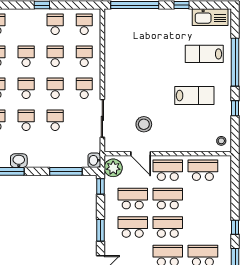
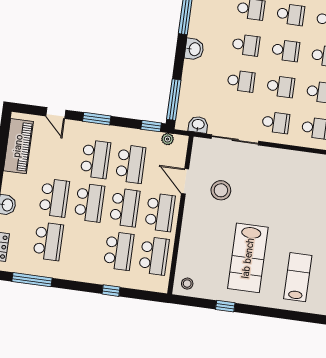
window: (235, 62) -> (282, 314), removed
lab bench: (194, 96) -> (248, 258), width x1.36, depth x1.39
door: (141, 154) -> (185, 181), hinge flipped
washbasin: (94, 160) -> (198, 125), moved
washbasin: (19, 161) -> (194, 49), moved
plant: (113, 168) -> (168, 139), width x0.53, depth x0.53
window: (66, 171) -> (174, 100), moved
school desk: (203, 199) -> (119, 251), added
window: (235, 227) -> (111, 291), moved

